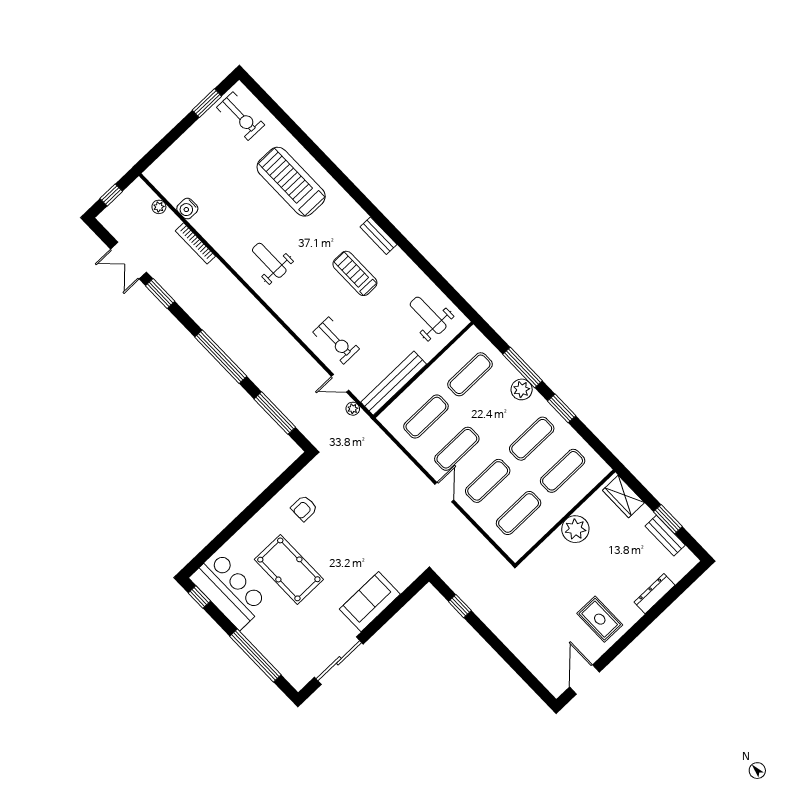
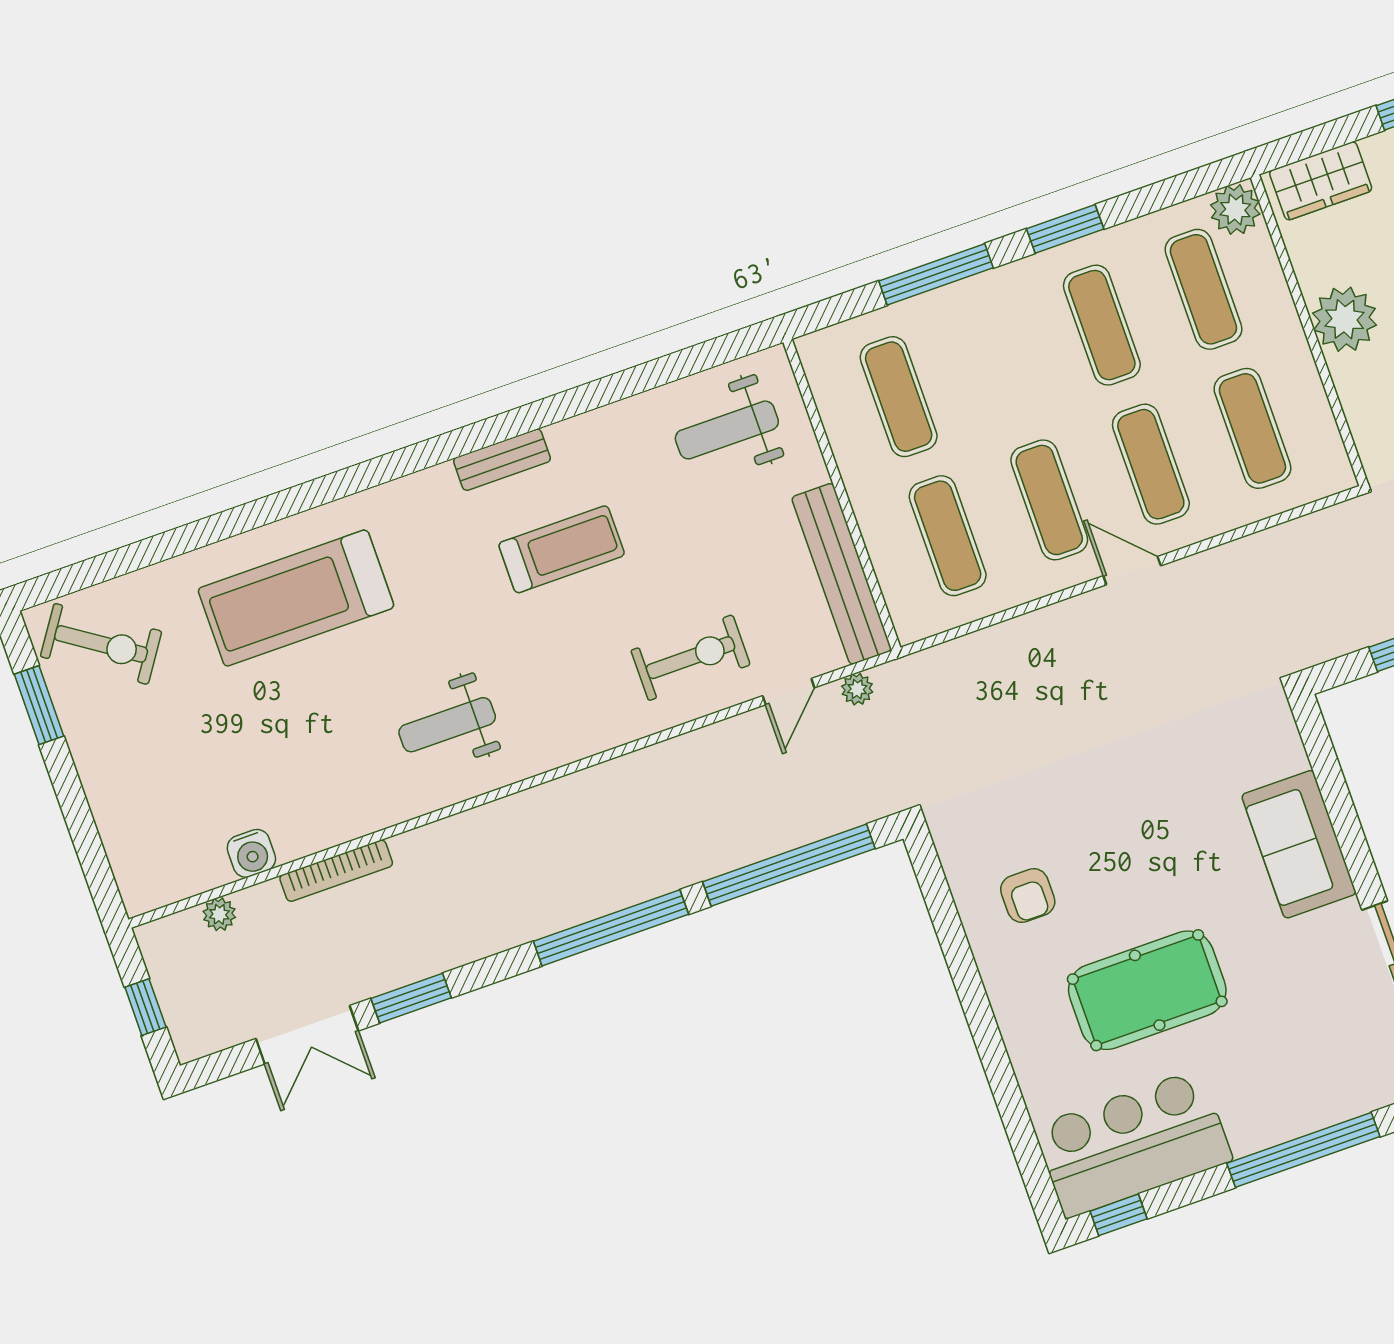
exercise bike: (241, 116) -> (101, 644), turned 34
treadmill: (355, 273) -> (562, 549), turned 180
plant: (522, 389) -> (1235, 210), moved
window: (275, 413) -> (789, 865), width x1.46

